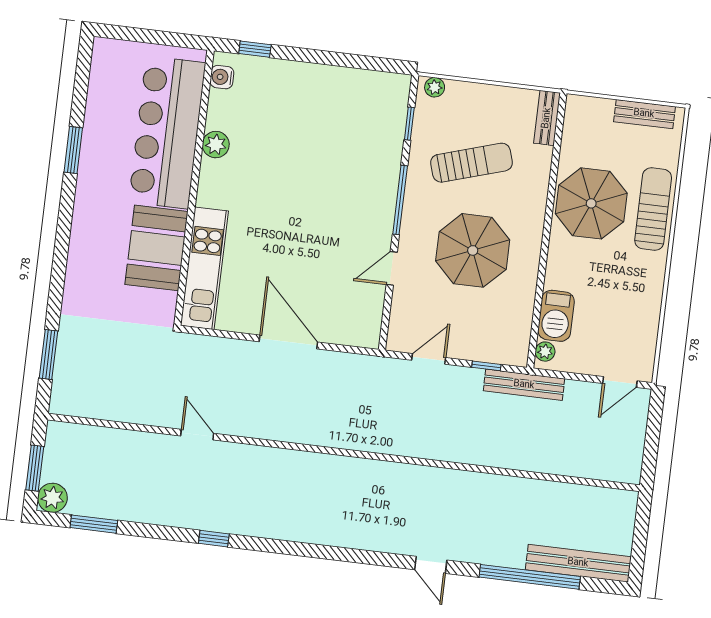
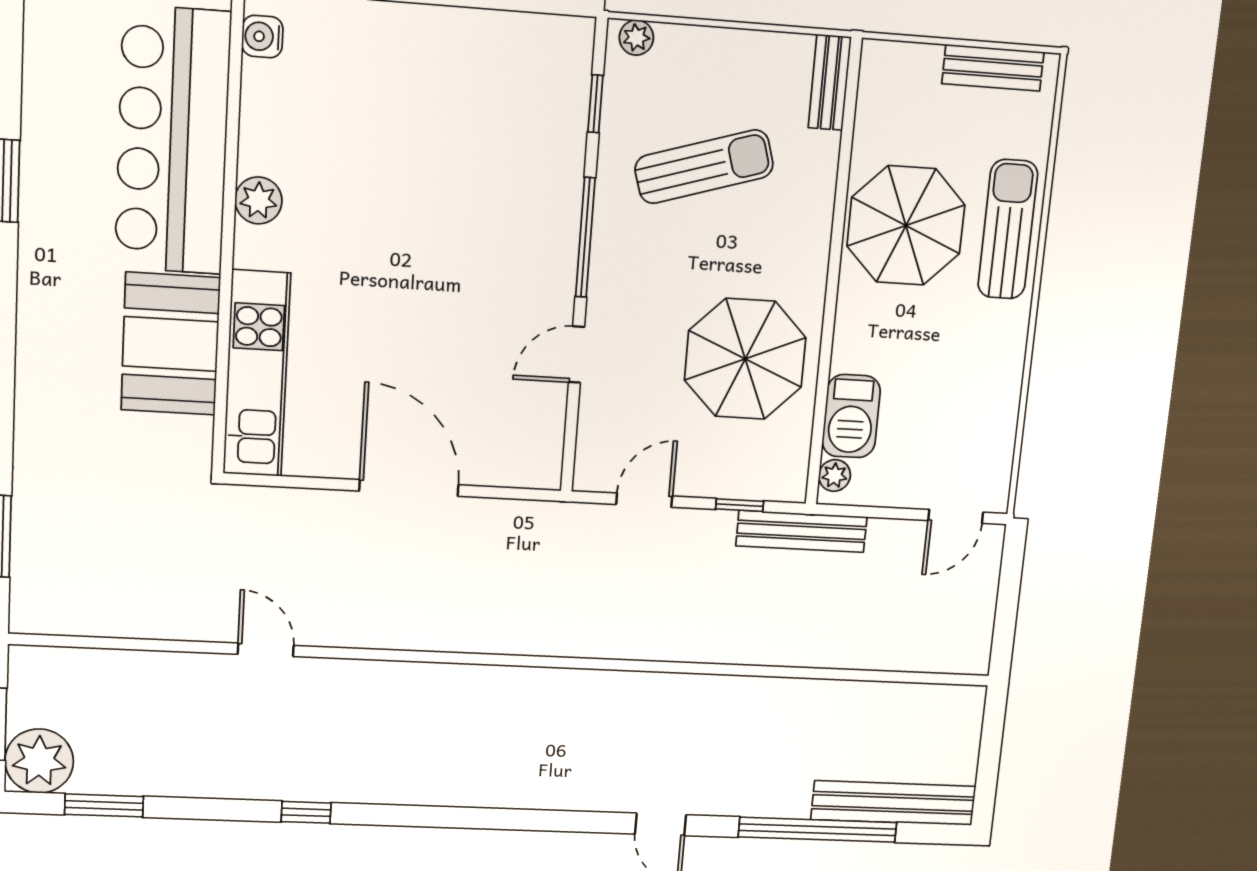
plant: (216, 145) -> (258, 200), moved
parasol: (473, 250) -> (745, 359), moved
plant: (52, 498) -> (39, 761), width x1.36, depth x1.36

